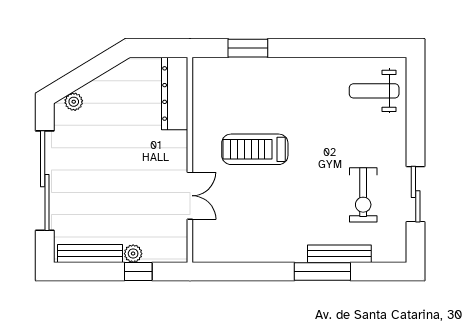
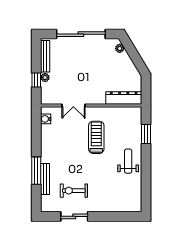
weight bench: (374, 91) -> (128, 161), moved
water cooler: (217, 252) -> (46, 119), added

